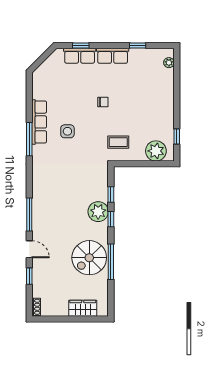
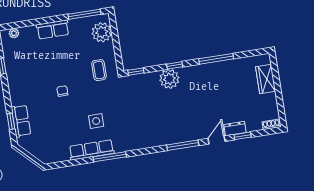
row of seats: (113, 56) -> (53, 29), moved, turned 90
window: (177, 137) -> (85, 14), width x2.17
window: (111, 194) -> (136, 72), moved
spiral stairs: (89, 258) -> (216, 80), removed
dresser: (38, 270) -> (235, 128), added

